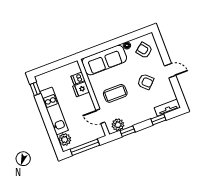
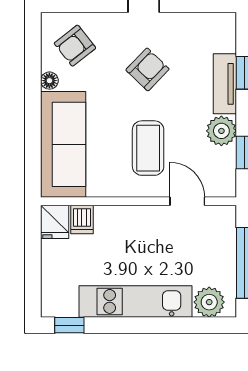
fridge: (81, 89) -> (55, 222), moved
tv unit: (167, 108) -> (225, 84), moved
door: (100, 116) -> (187, 201), swing flipped
plant: (118, 125) -> (221, 131), moved

